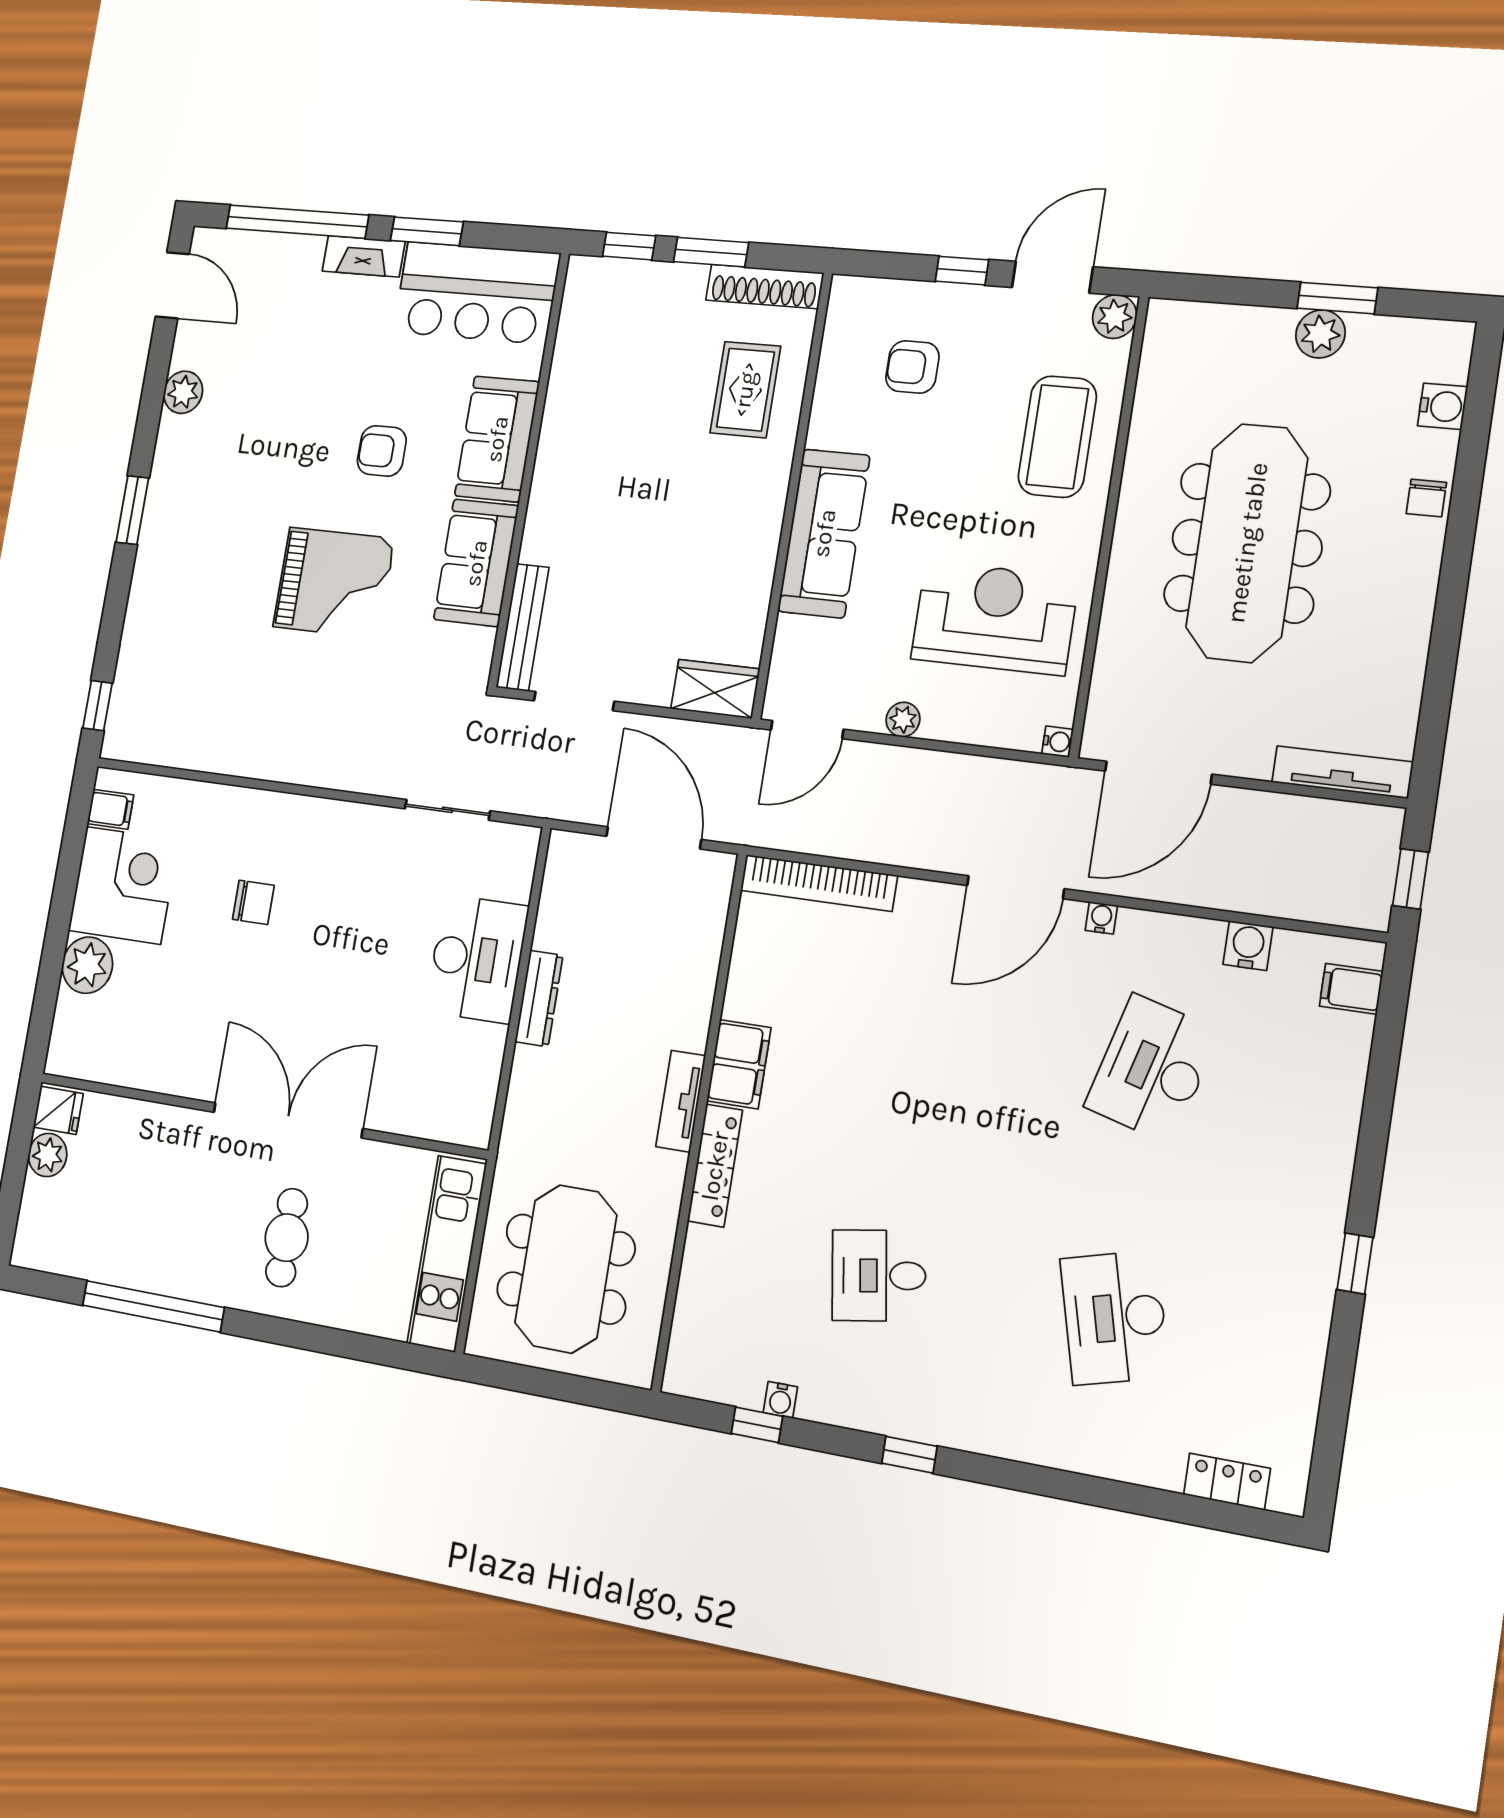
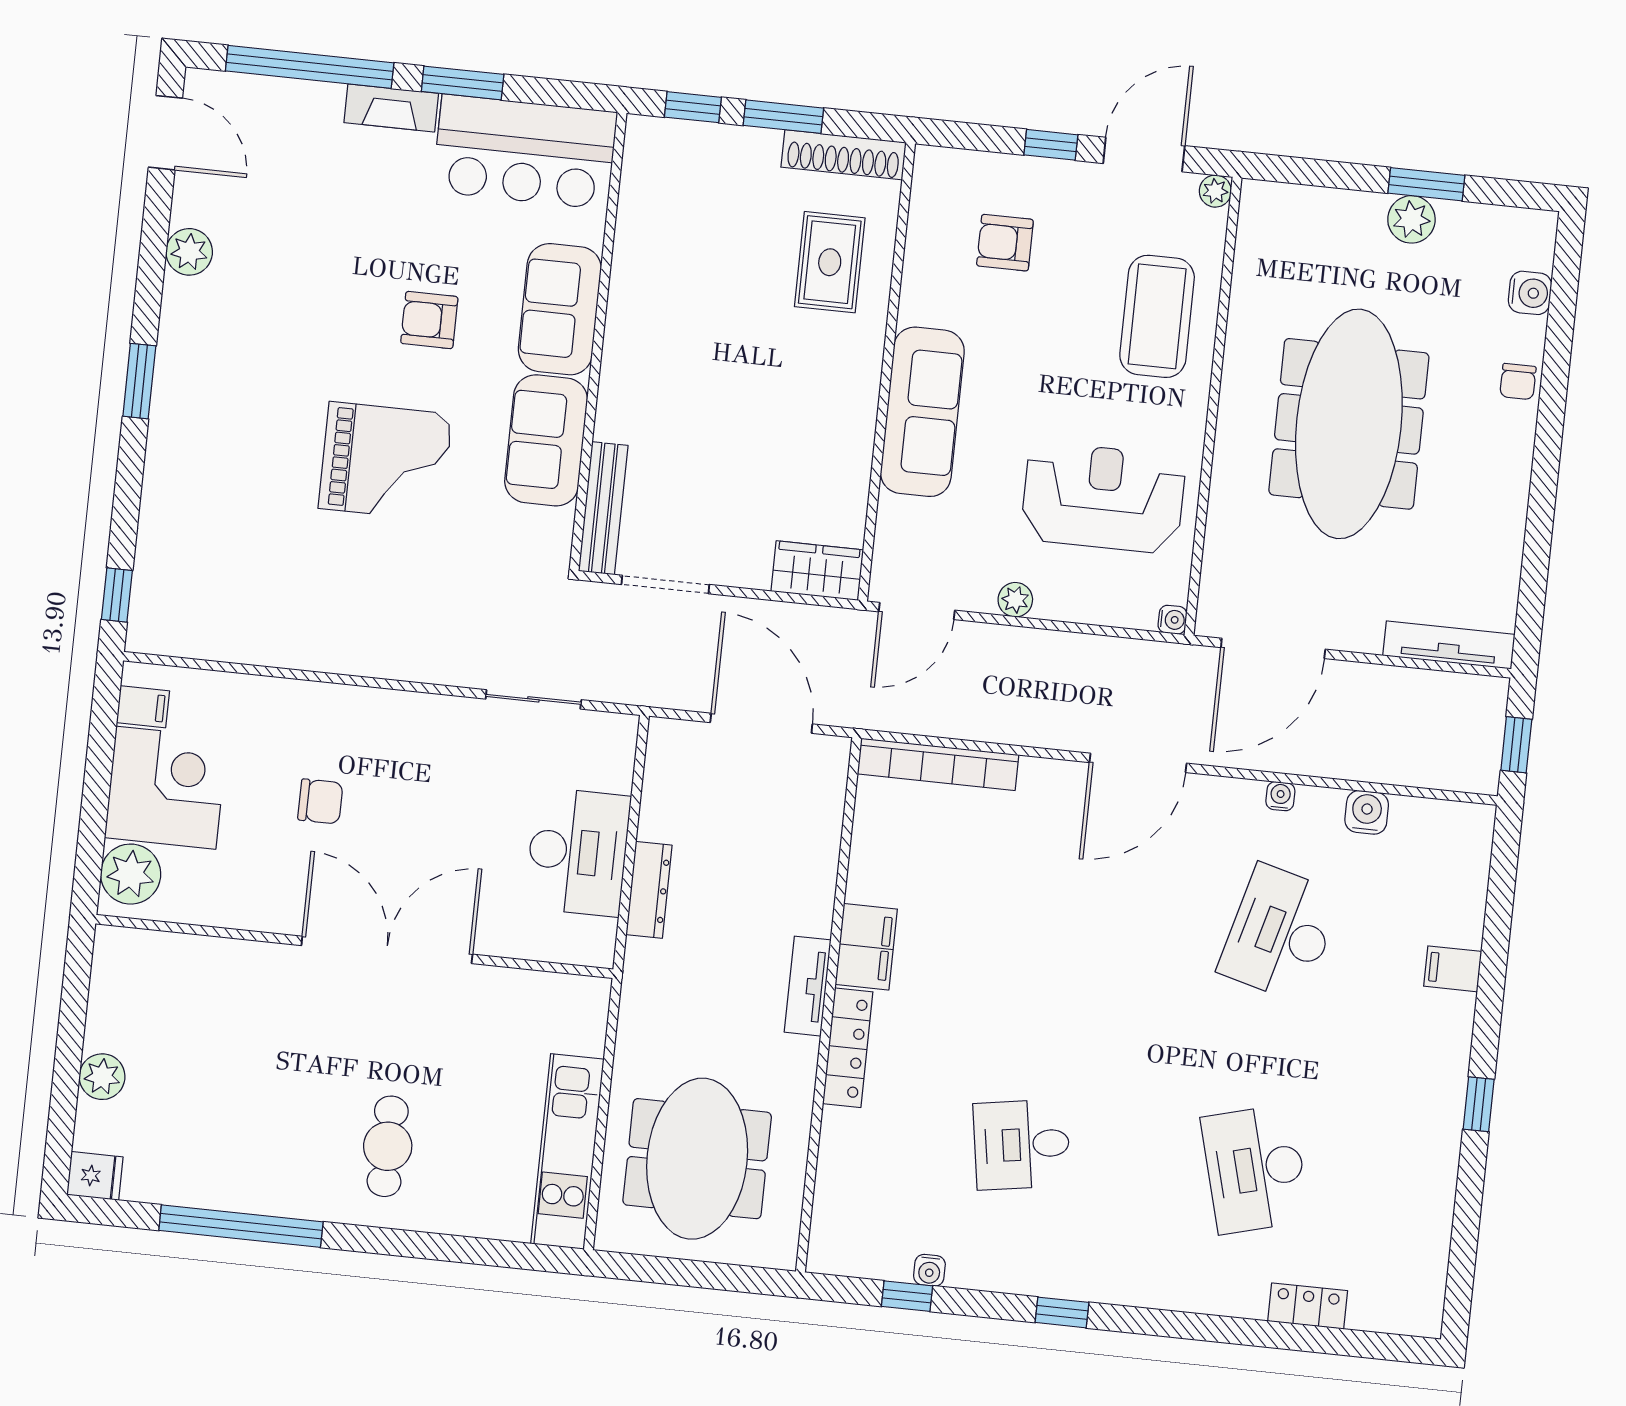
plant: (1115, 317) -> (1215, 191), width x0.73, depth x0.73
water cooler: (1101, 918) -> (1280, 796), moved
filing cabinet: (1351, 989) -> (1453, 969), moved
fridge: (58, 1110) -> (95, 1176), moved
wall: (260, 1115) -> (354, 946), moved
double door: (288, 1120) -> (387, 950), moved
locker: (1227, 1481) -> (1308, 1306), moved

